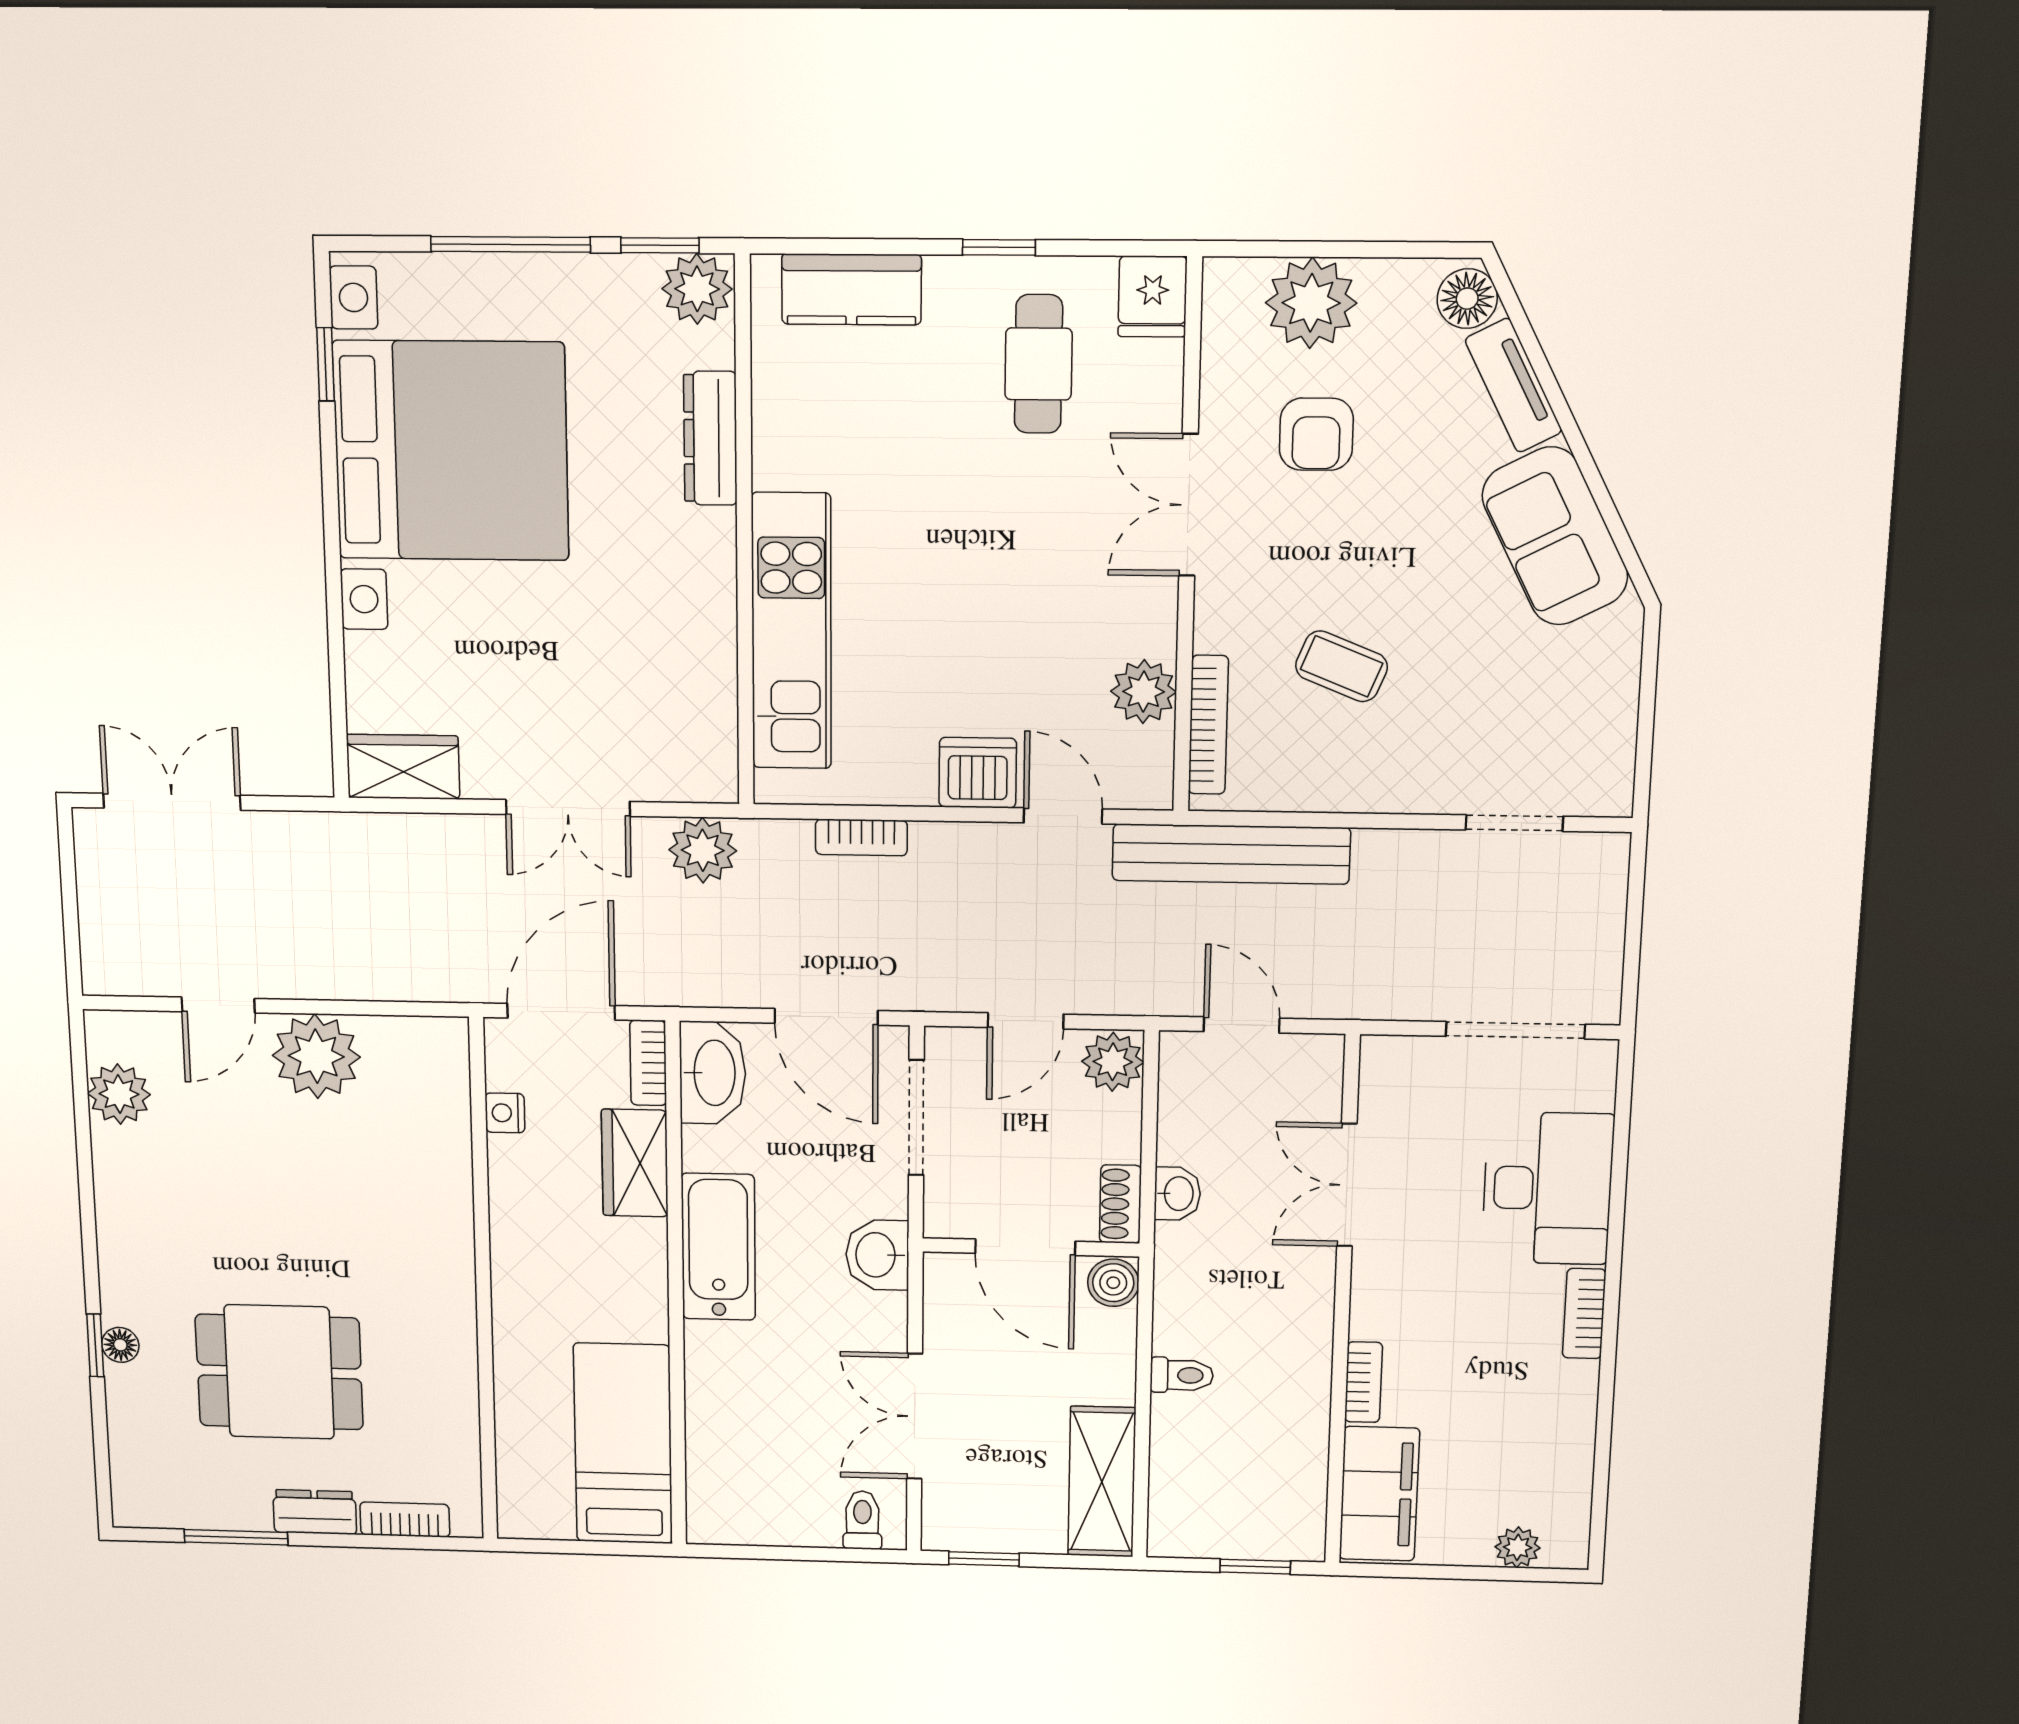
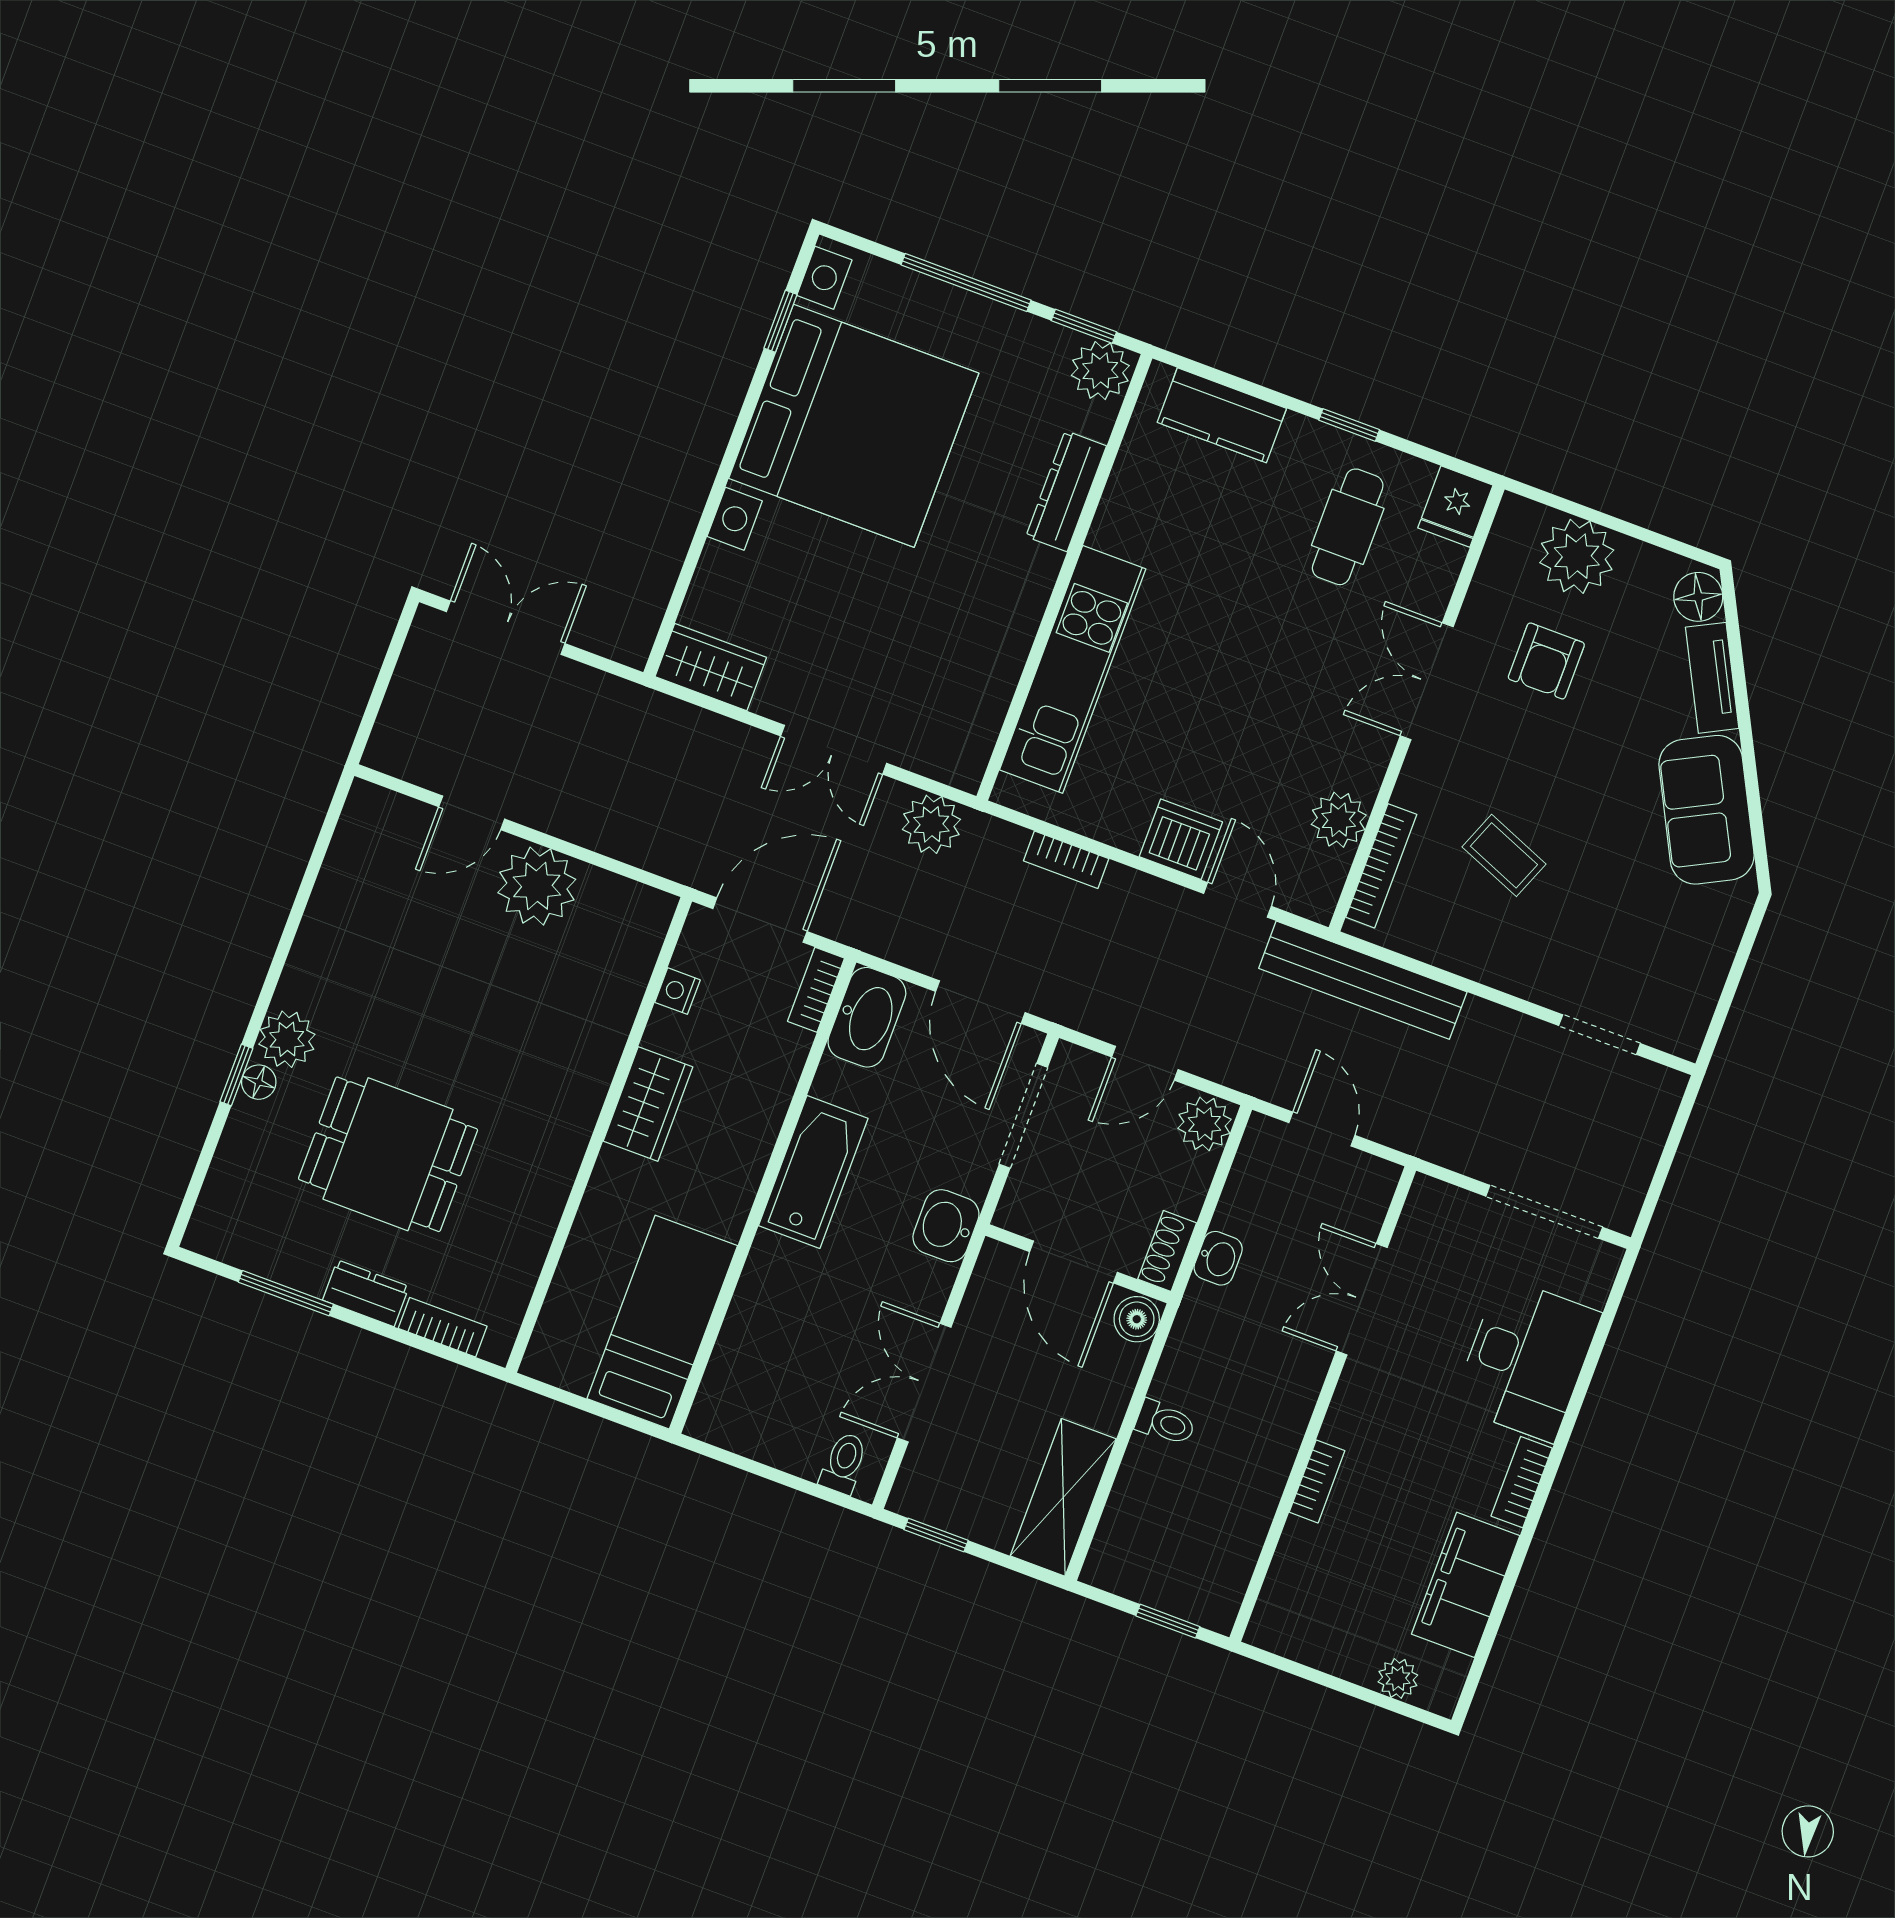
plant: (119, 1094) -> (287, 1039), moved
wardrobe: (635, 1163) -> (648, 1104), moved, turned 180
filing cabinet: (1379, 1494) -> (1466, 1585), moved, turned 180

